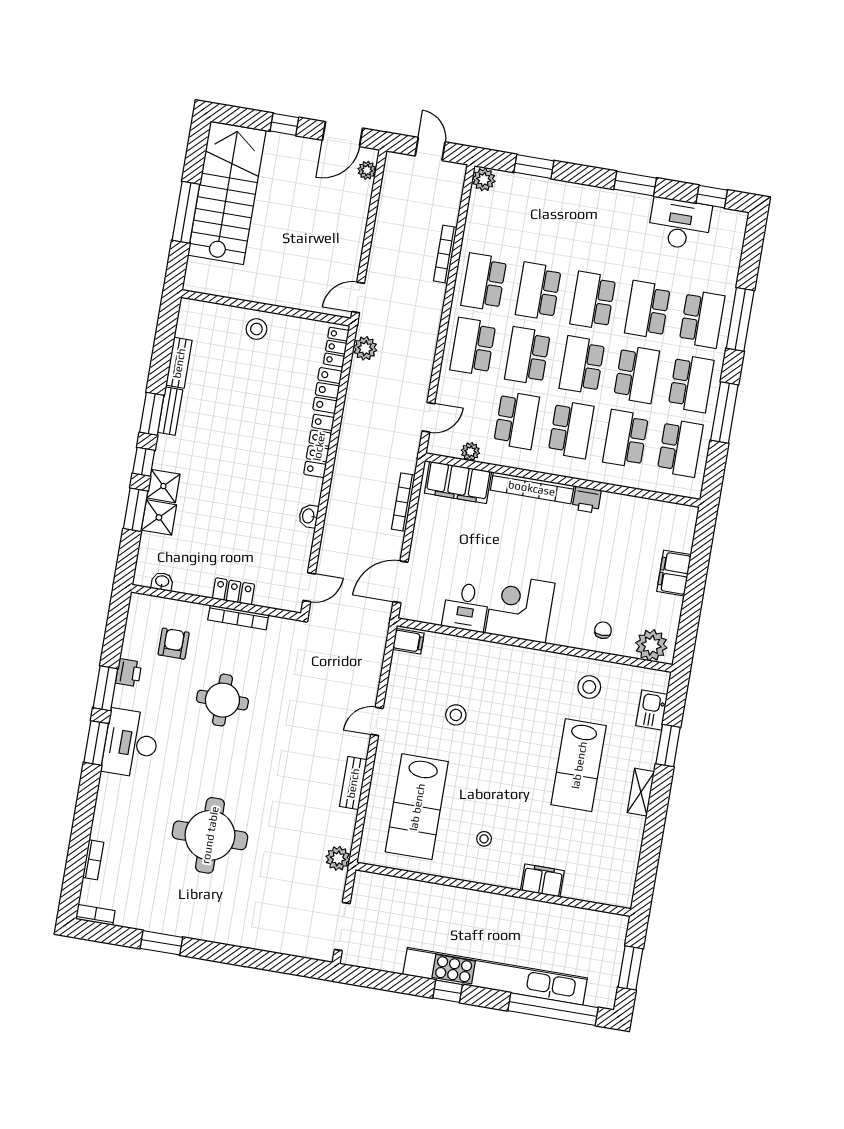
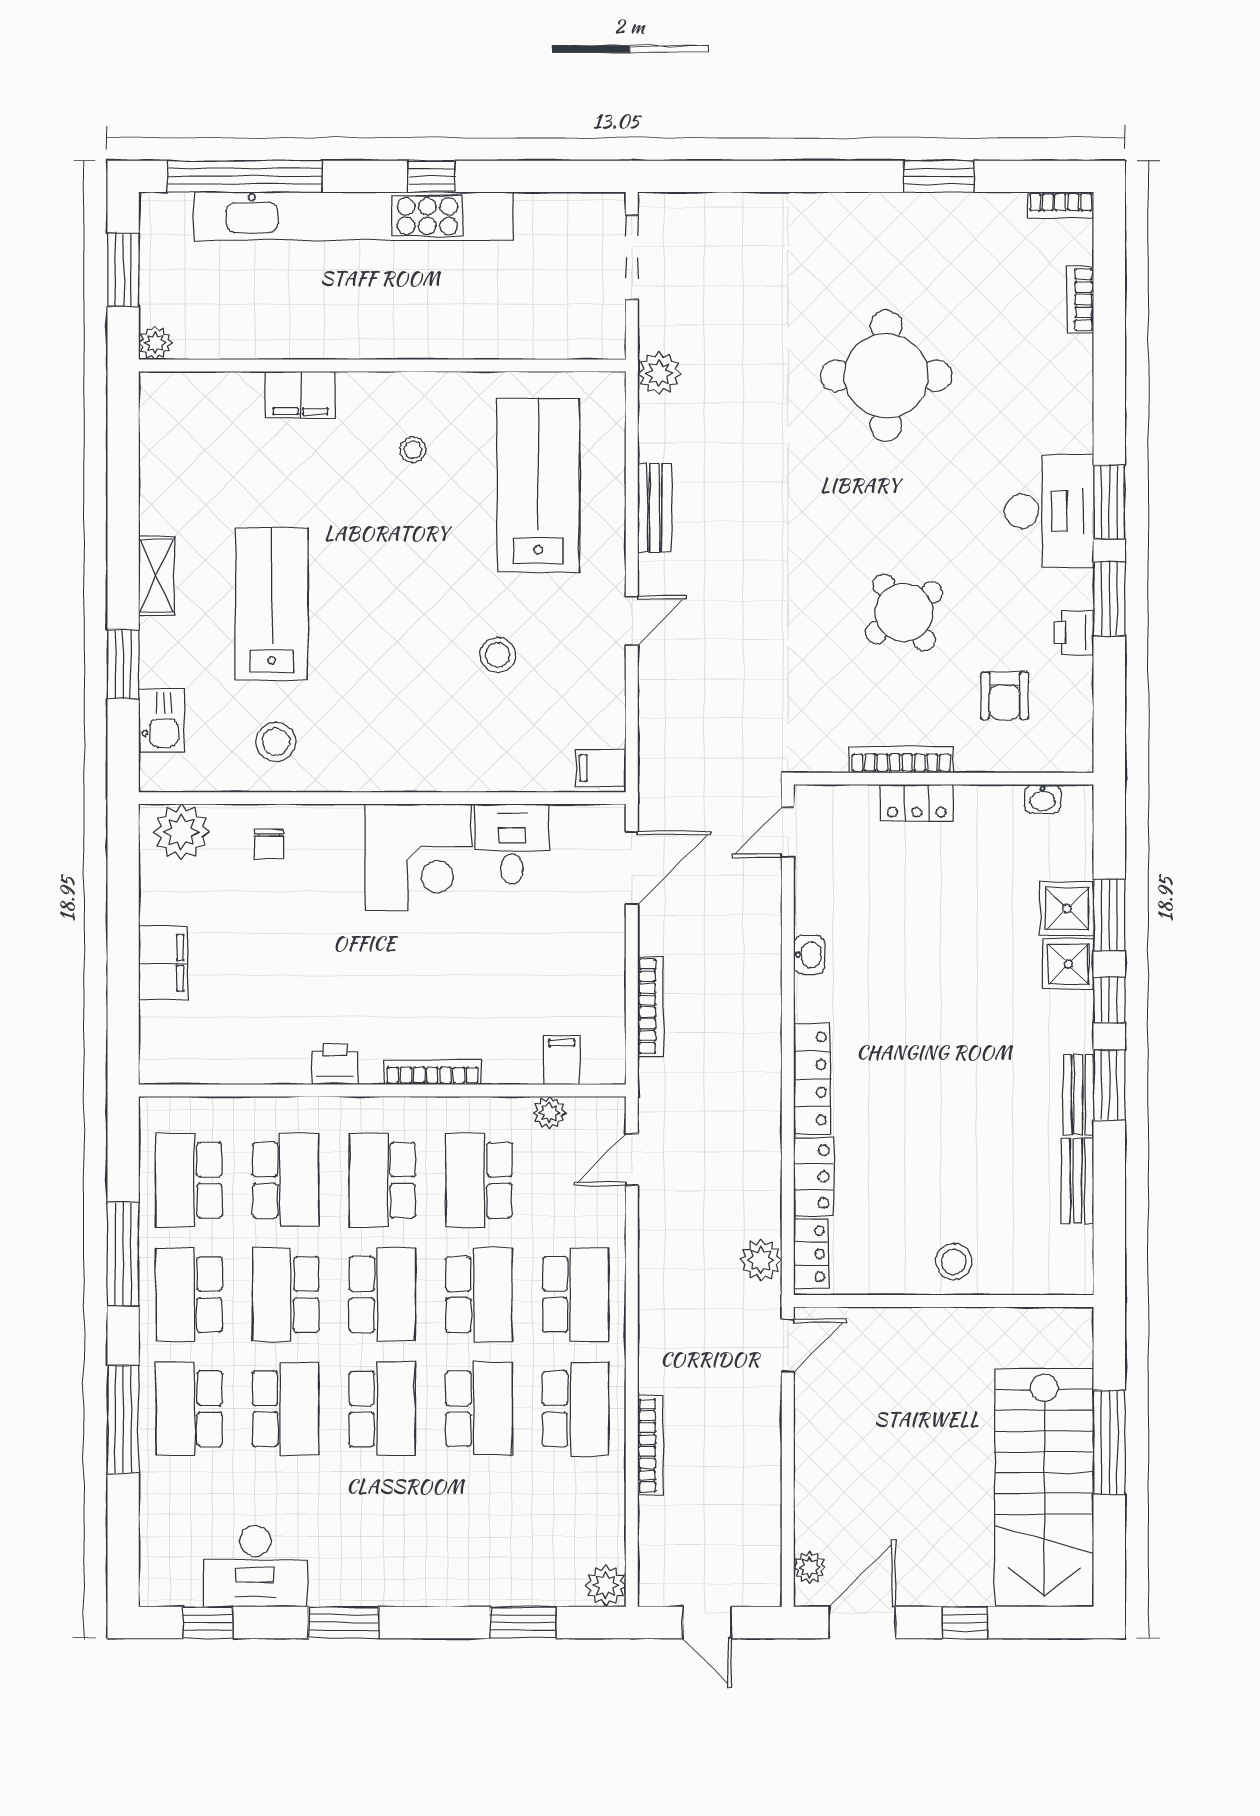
filing cabinet: (458, 482) -> (562, 1060), width x0.33, depth x0.86
bookcase: (532, 488) -> (432, 1072), width x0.68, depth x0.76
round table: (222, 700) -> (904, 612), turned -36
plant: (619, 924) -> (155, 343), added

